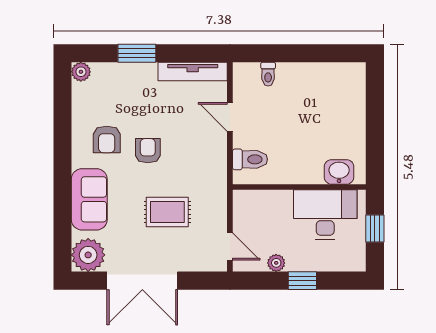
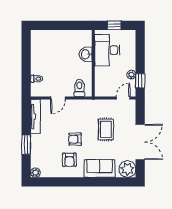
armchair: (107, 139) -> (69, 160), turned 90
washbasin: (339, 172) -> (86, 54), moved
window: (302, 281) -> (140, 81), moved

